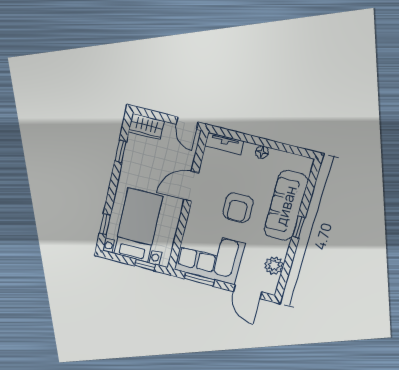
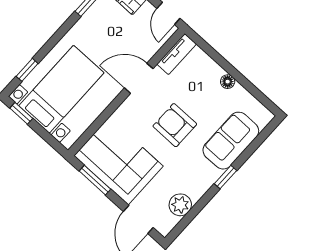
tv unit: (224, 144) -> (177, 54), moved, turned -90
sofa: (286, 206) -> (231, 141), width x0.73
armchair: (238, 208) -> (175, 125), turned 90
window: (145, 265) -> (21, 113), moved

